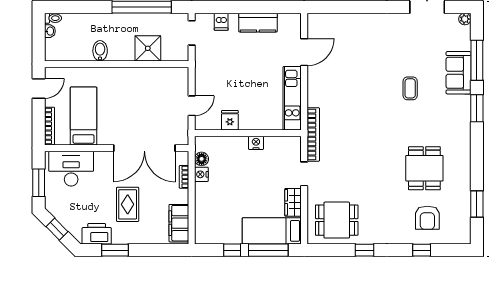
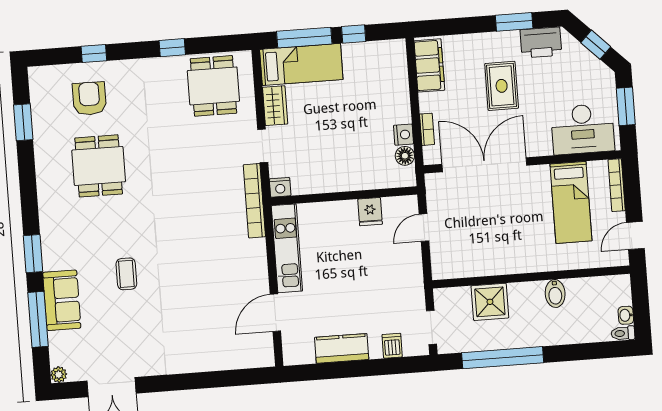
nightstand: (256, 143) -> (280, 187), moved
dining table: (337, 220) -> (213, 86), turned 90

